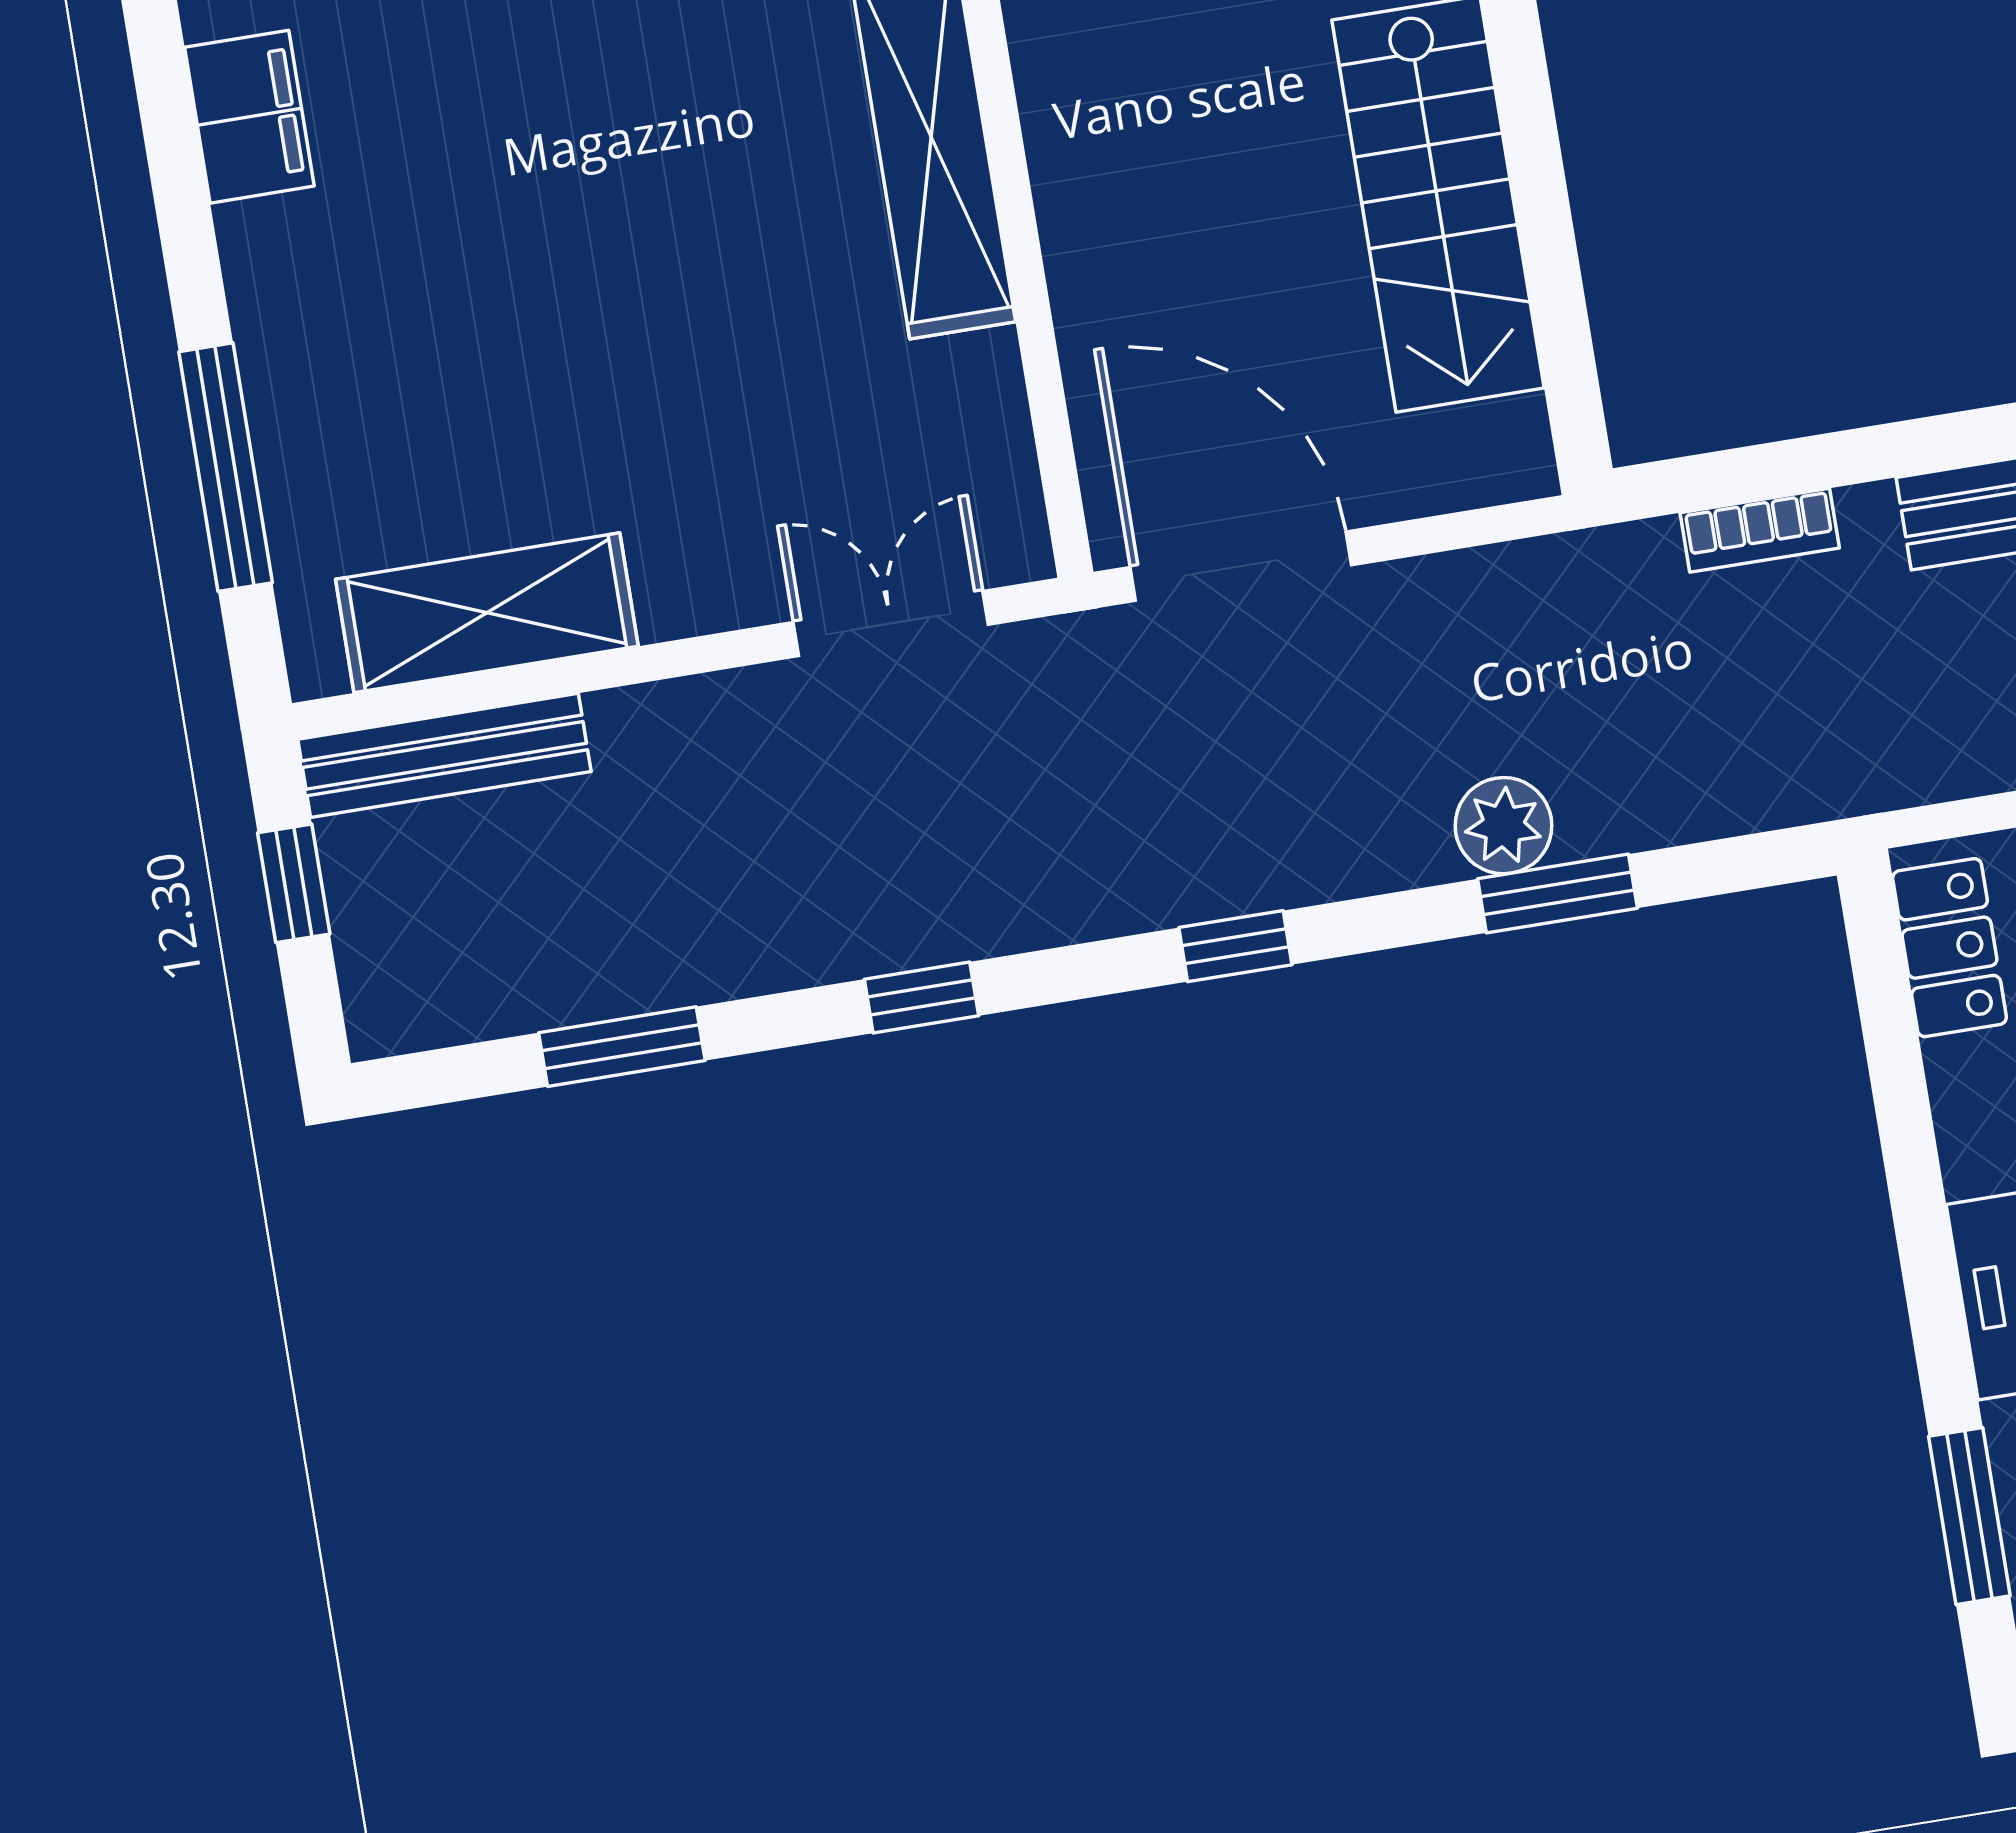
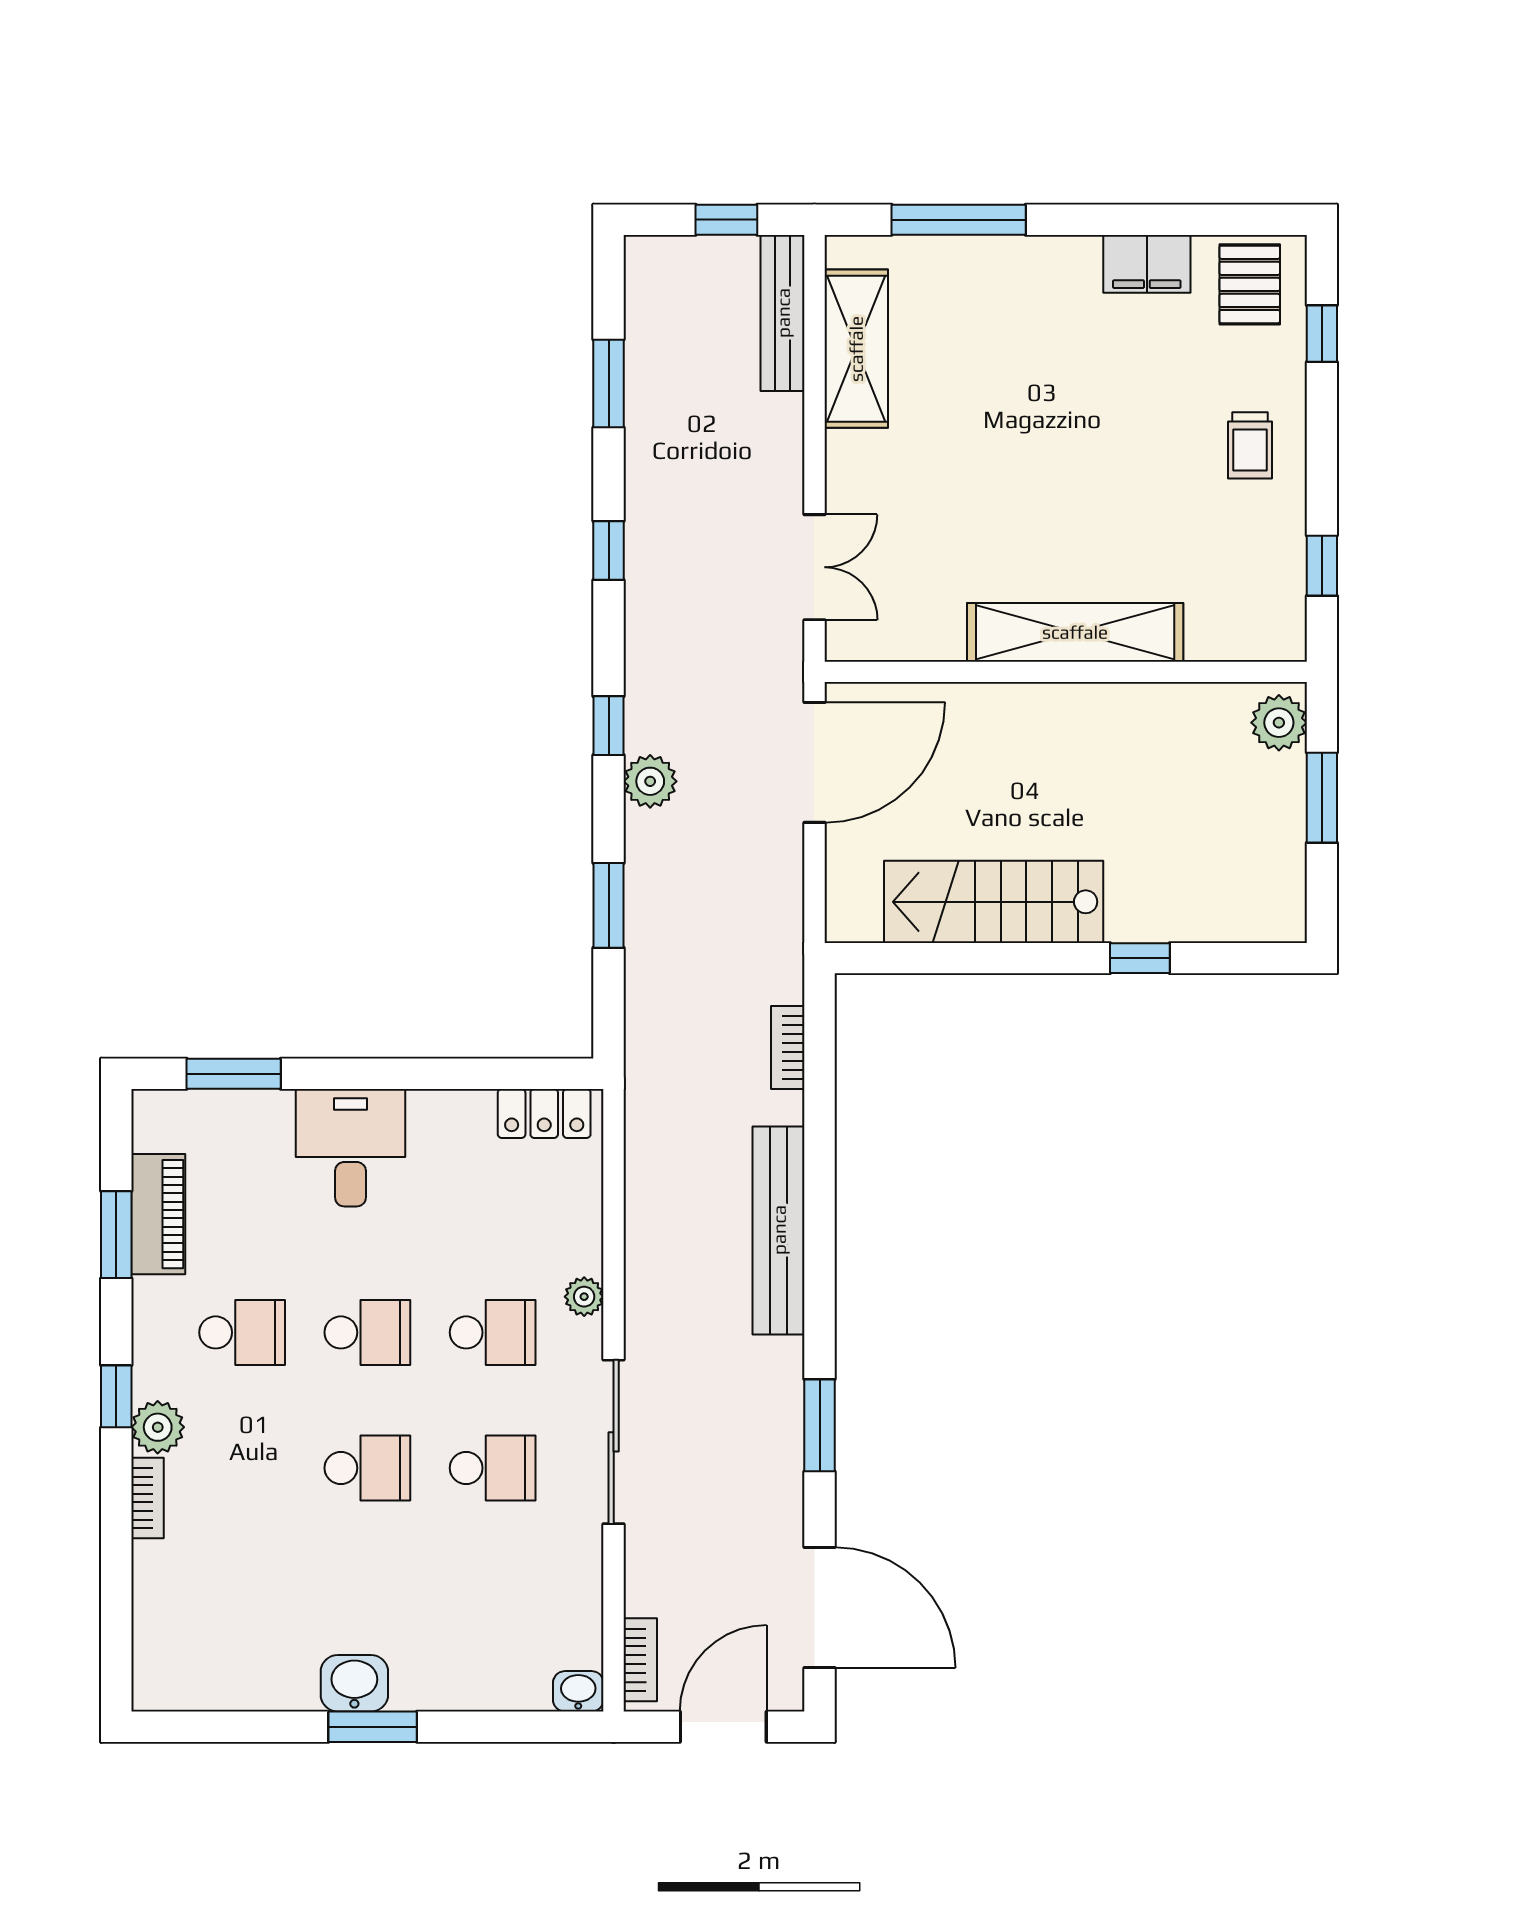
plant: (1503, 826) -> (650, 781), moved

